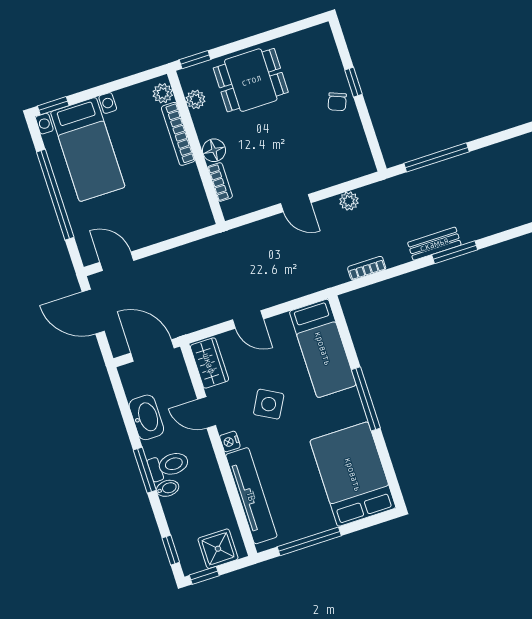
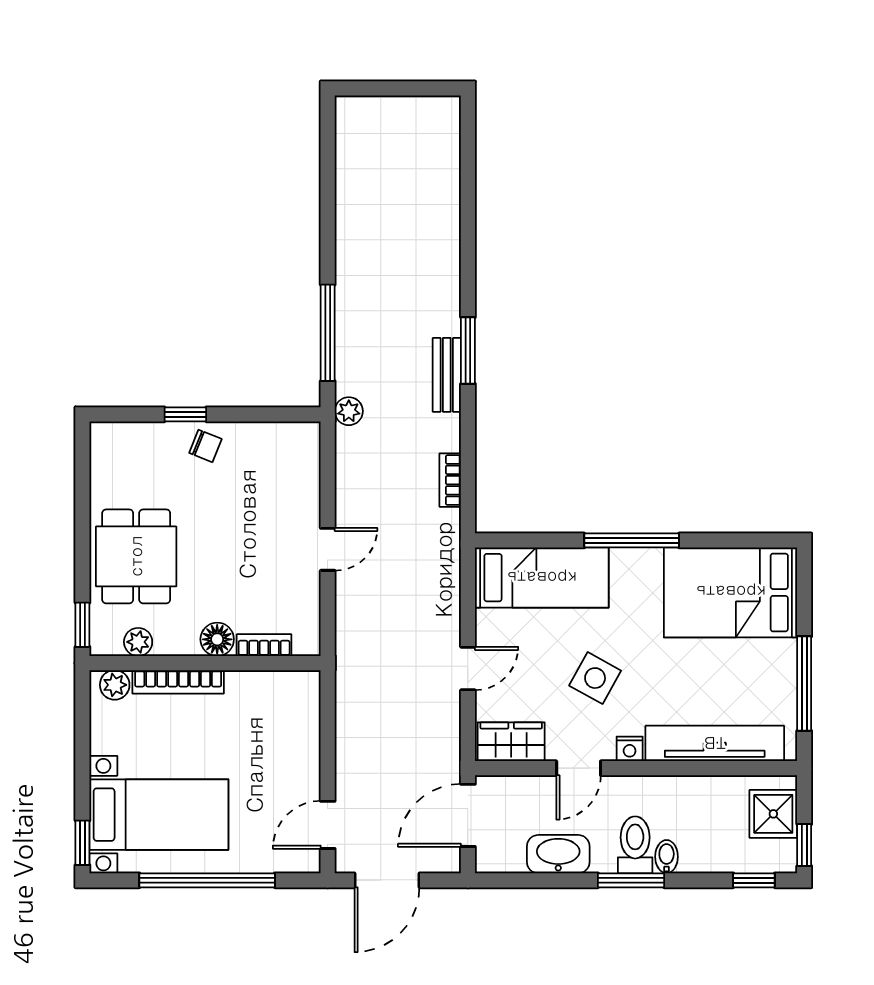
plant: (349, 201) -> (349, 411), moved

